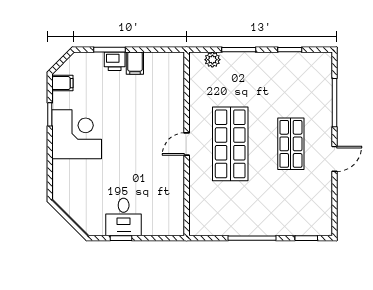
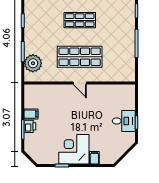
plant: (212, 60) -> (33, 63), width x1.88, depth x1.88
filing cabinet: (62, 83) -> (94, 158), moved

